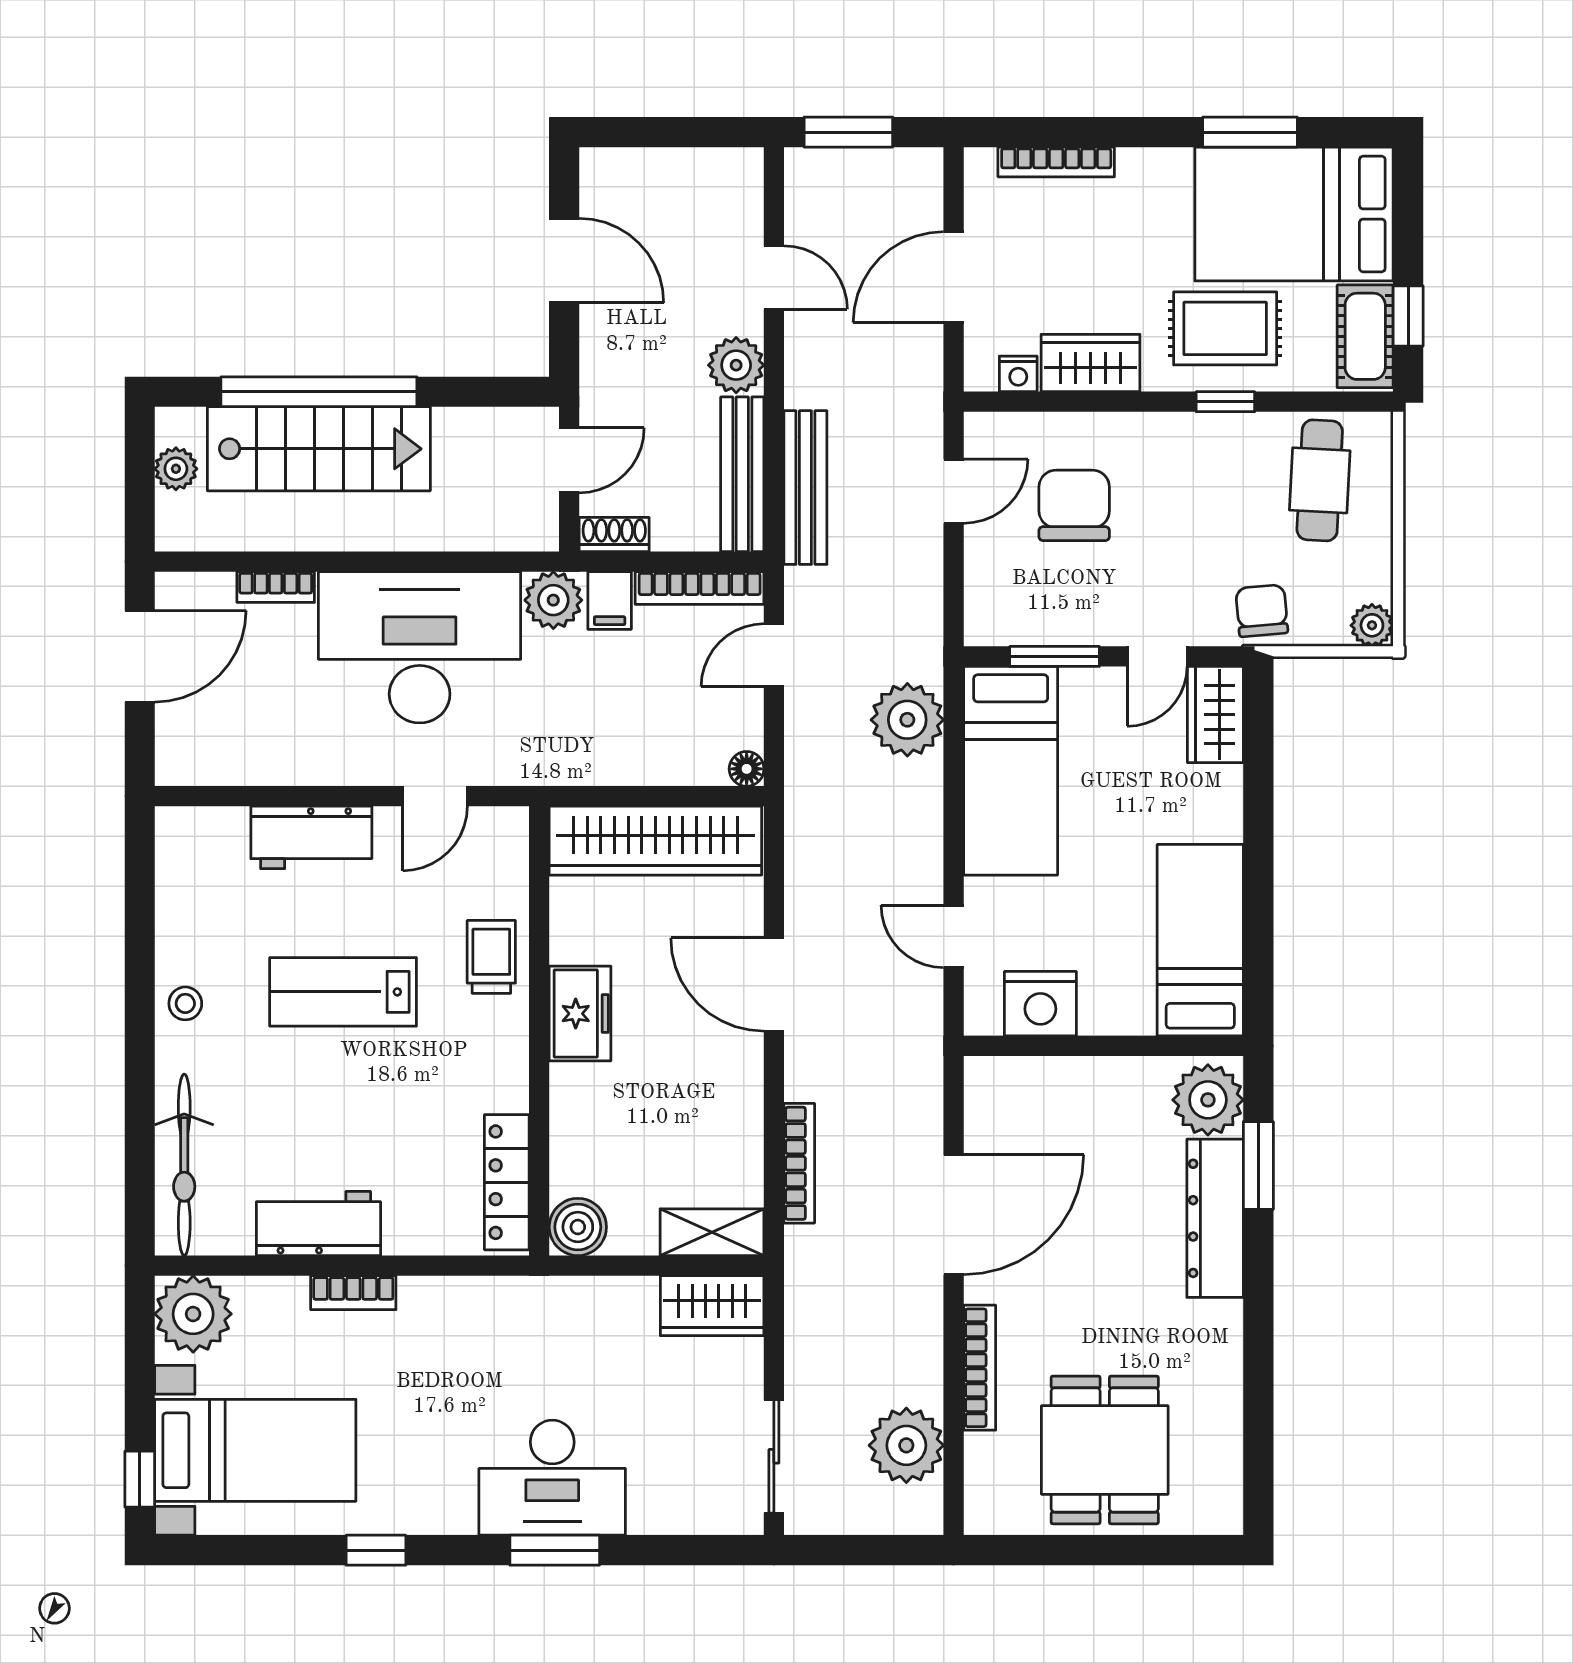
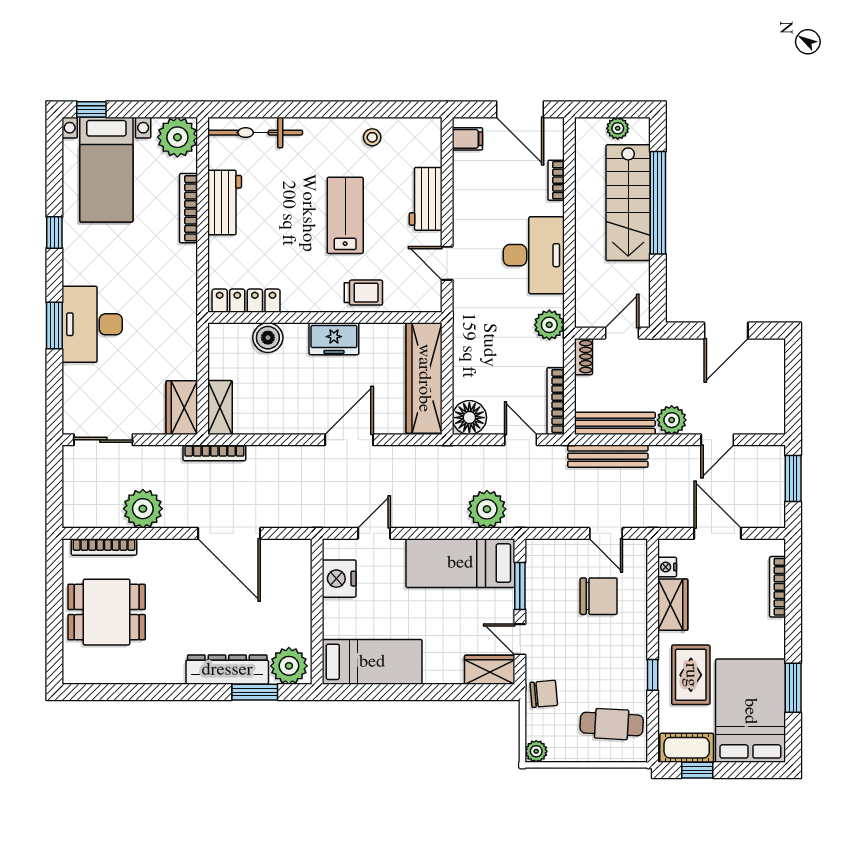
door: (569, 460) -> (622, 333), swing flipped
filing cabinet: (610, 600) -> (467, 139), moved, turned 180
desk: (420, 647) -> (534, 255), width x0.73, depth x0.77
floor lamp: (747, 769) -> (469, 418), width x1.89, depth x1.89
stool: (185, 1003) -> (372, 137), moved
bookcase: (799, 1163) -> (214, 453), moved
boiler: (578, 1227) -> (268, 338), moved
bookcase: (353, 1293) -> (189, 208), width x1.56
bookcase: (980, 1368) -> (104, 547), moved
plant: (906, 1445) -> (143, 509), moved

